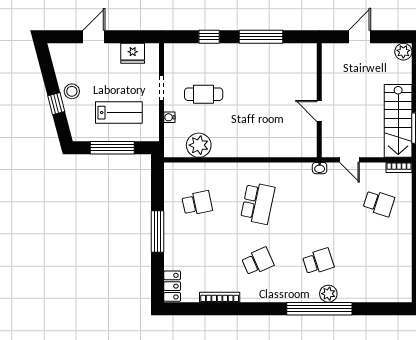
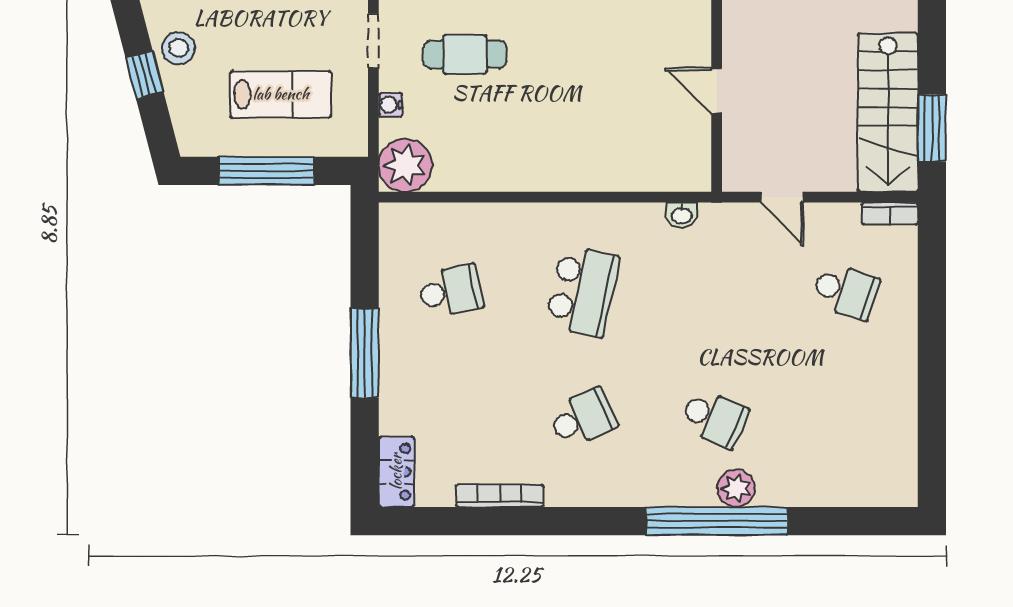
plant: (199, 145) -> (405, 165), moved
washbasin: (320, 168) -> (682, 215), moved
school desk: (318, 261) -> (714, 418), turned 42

